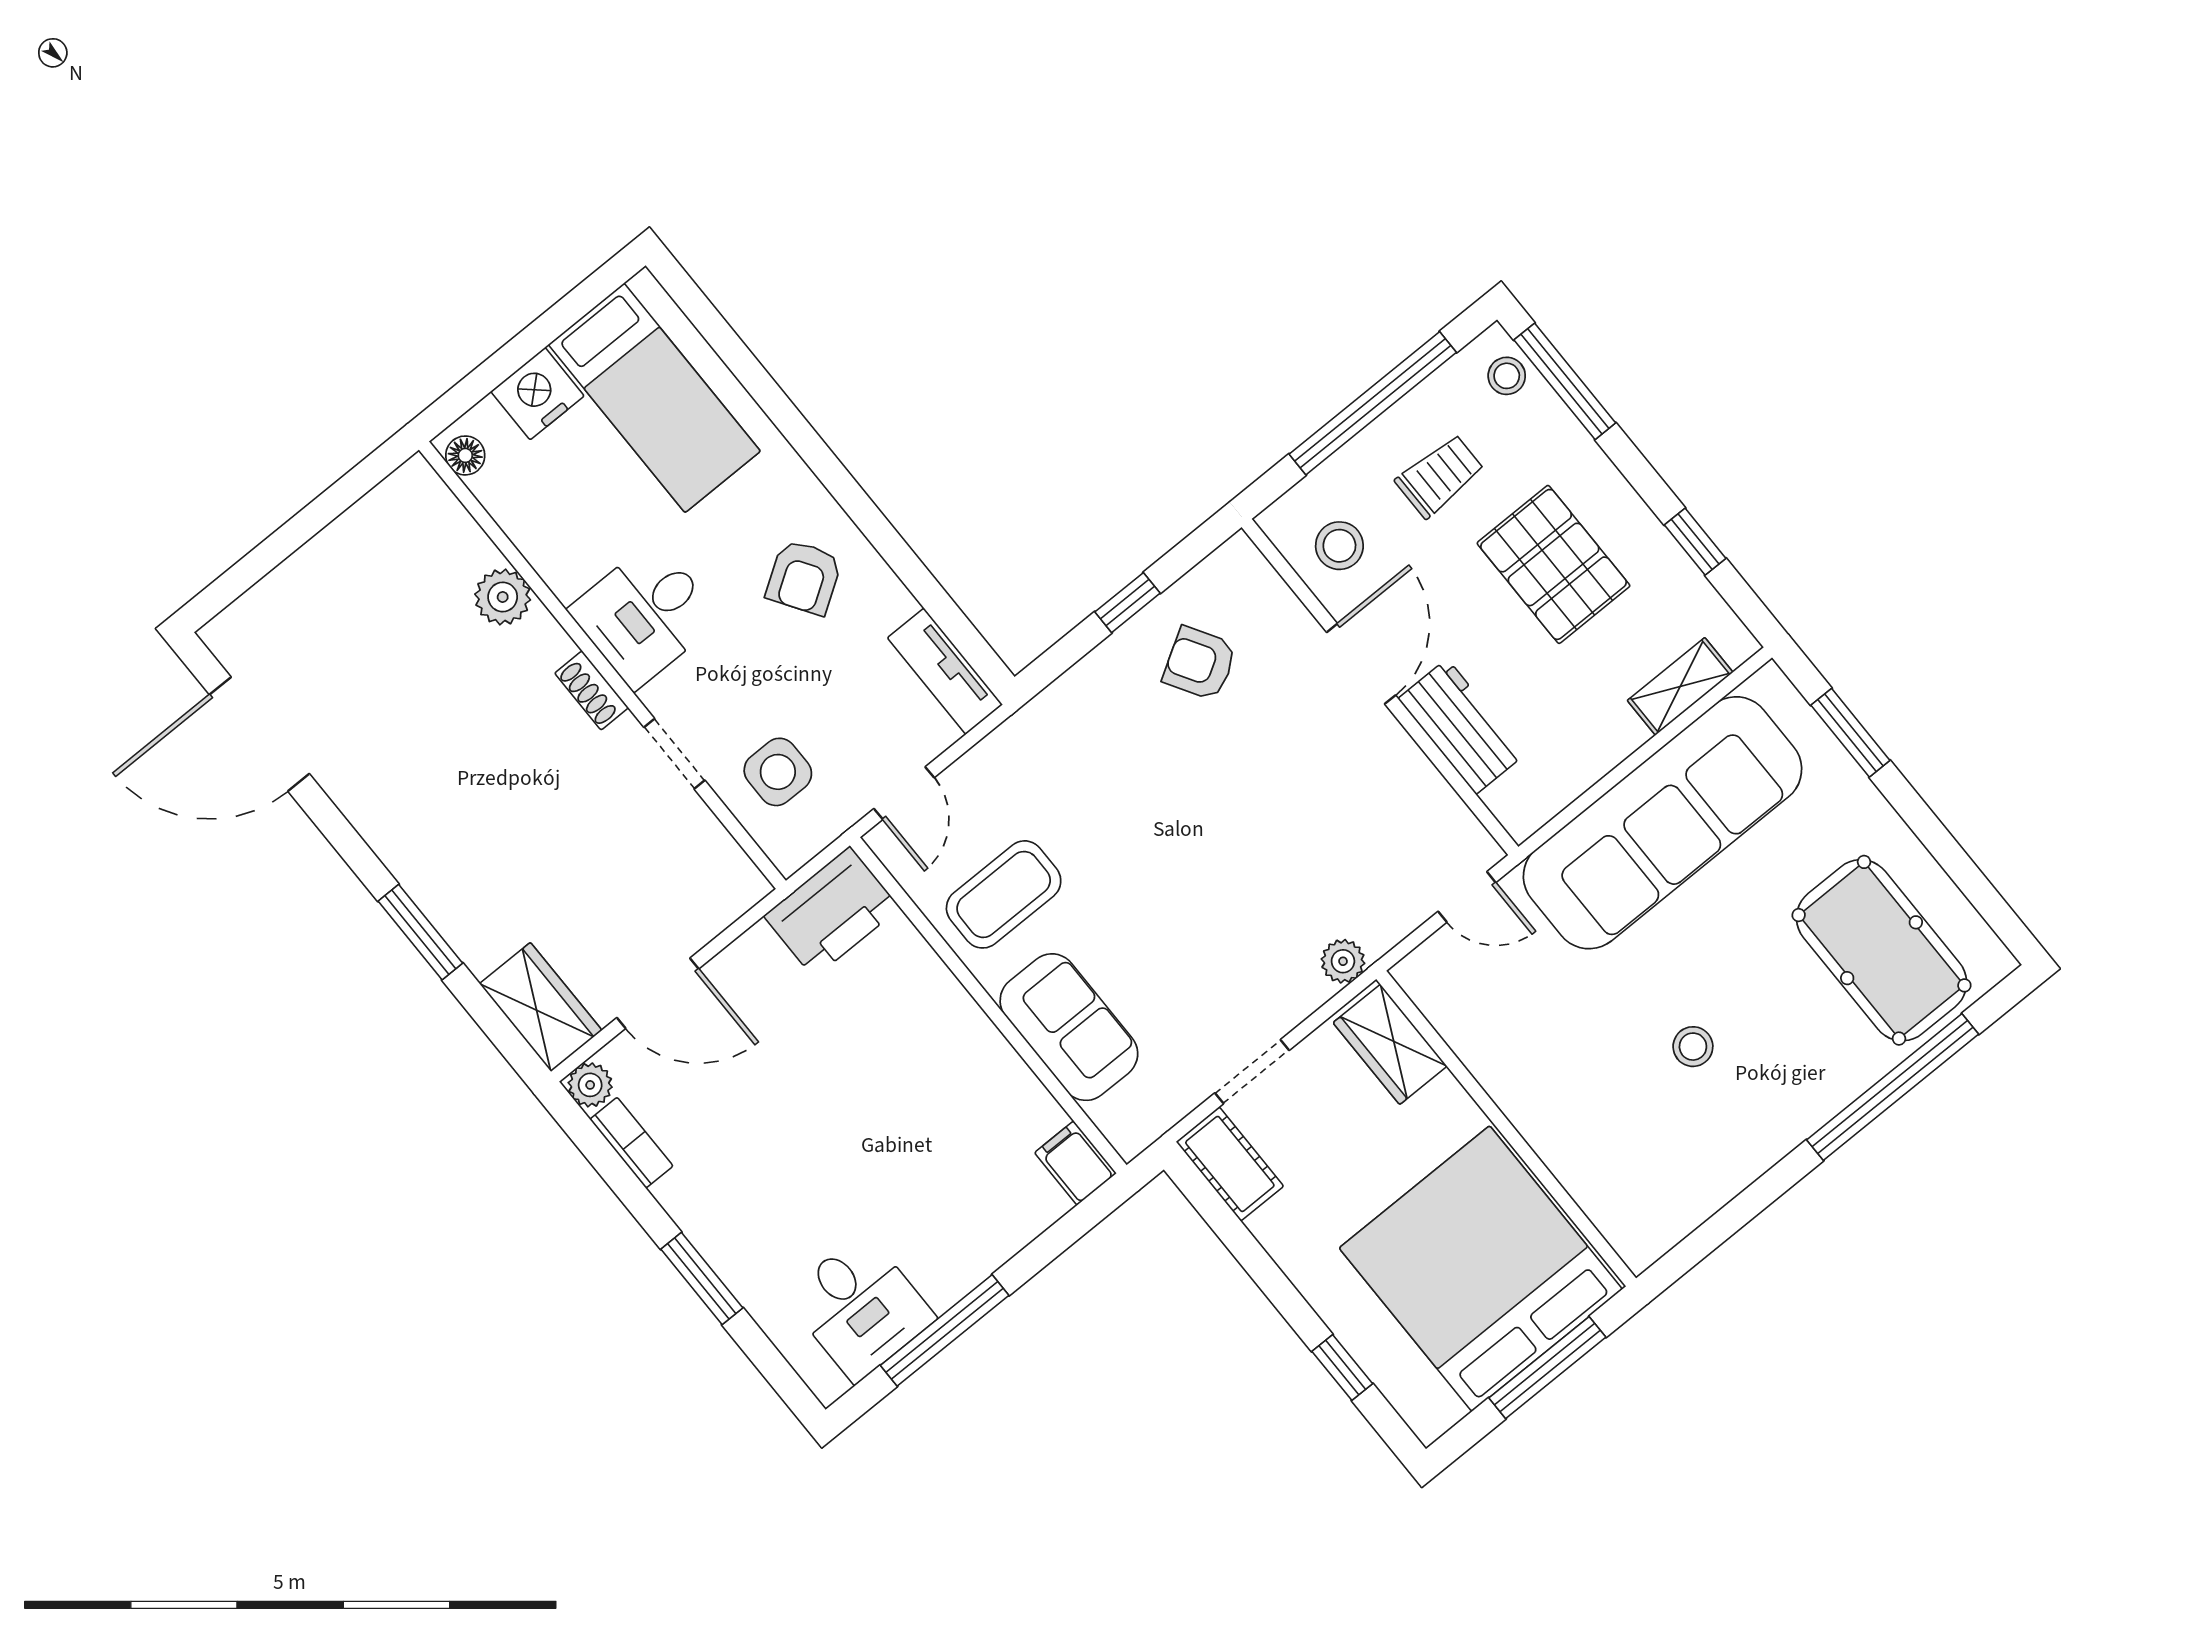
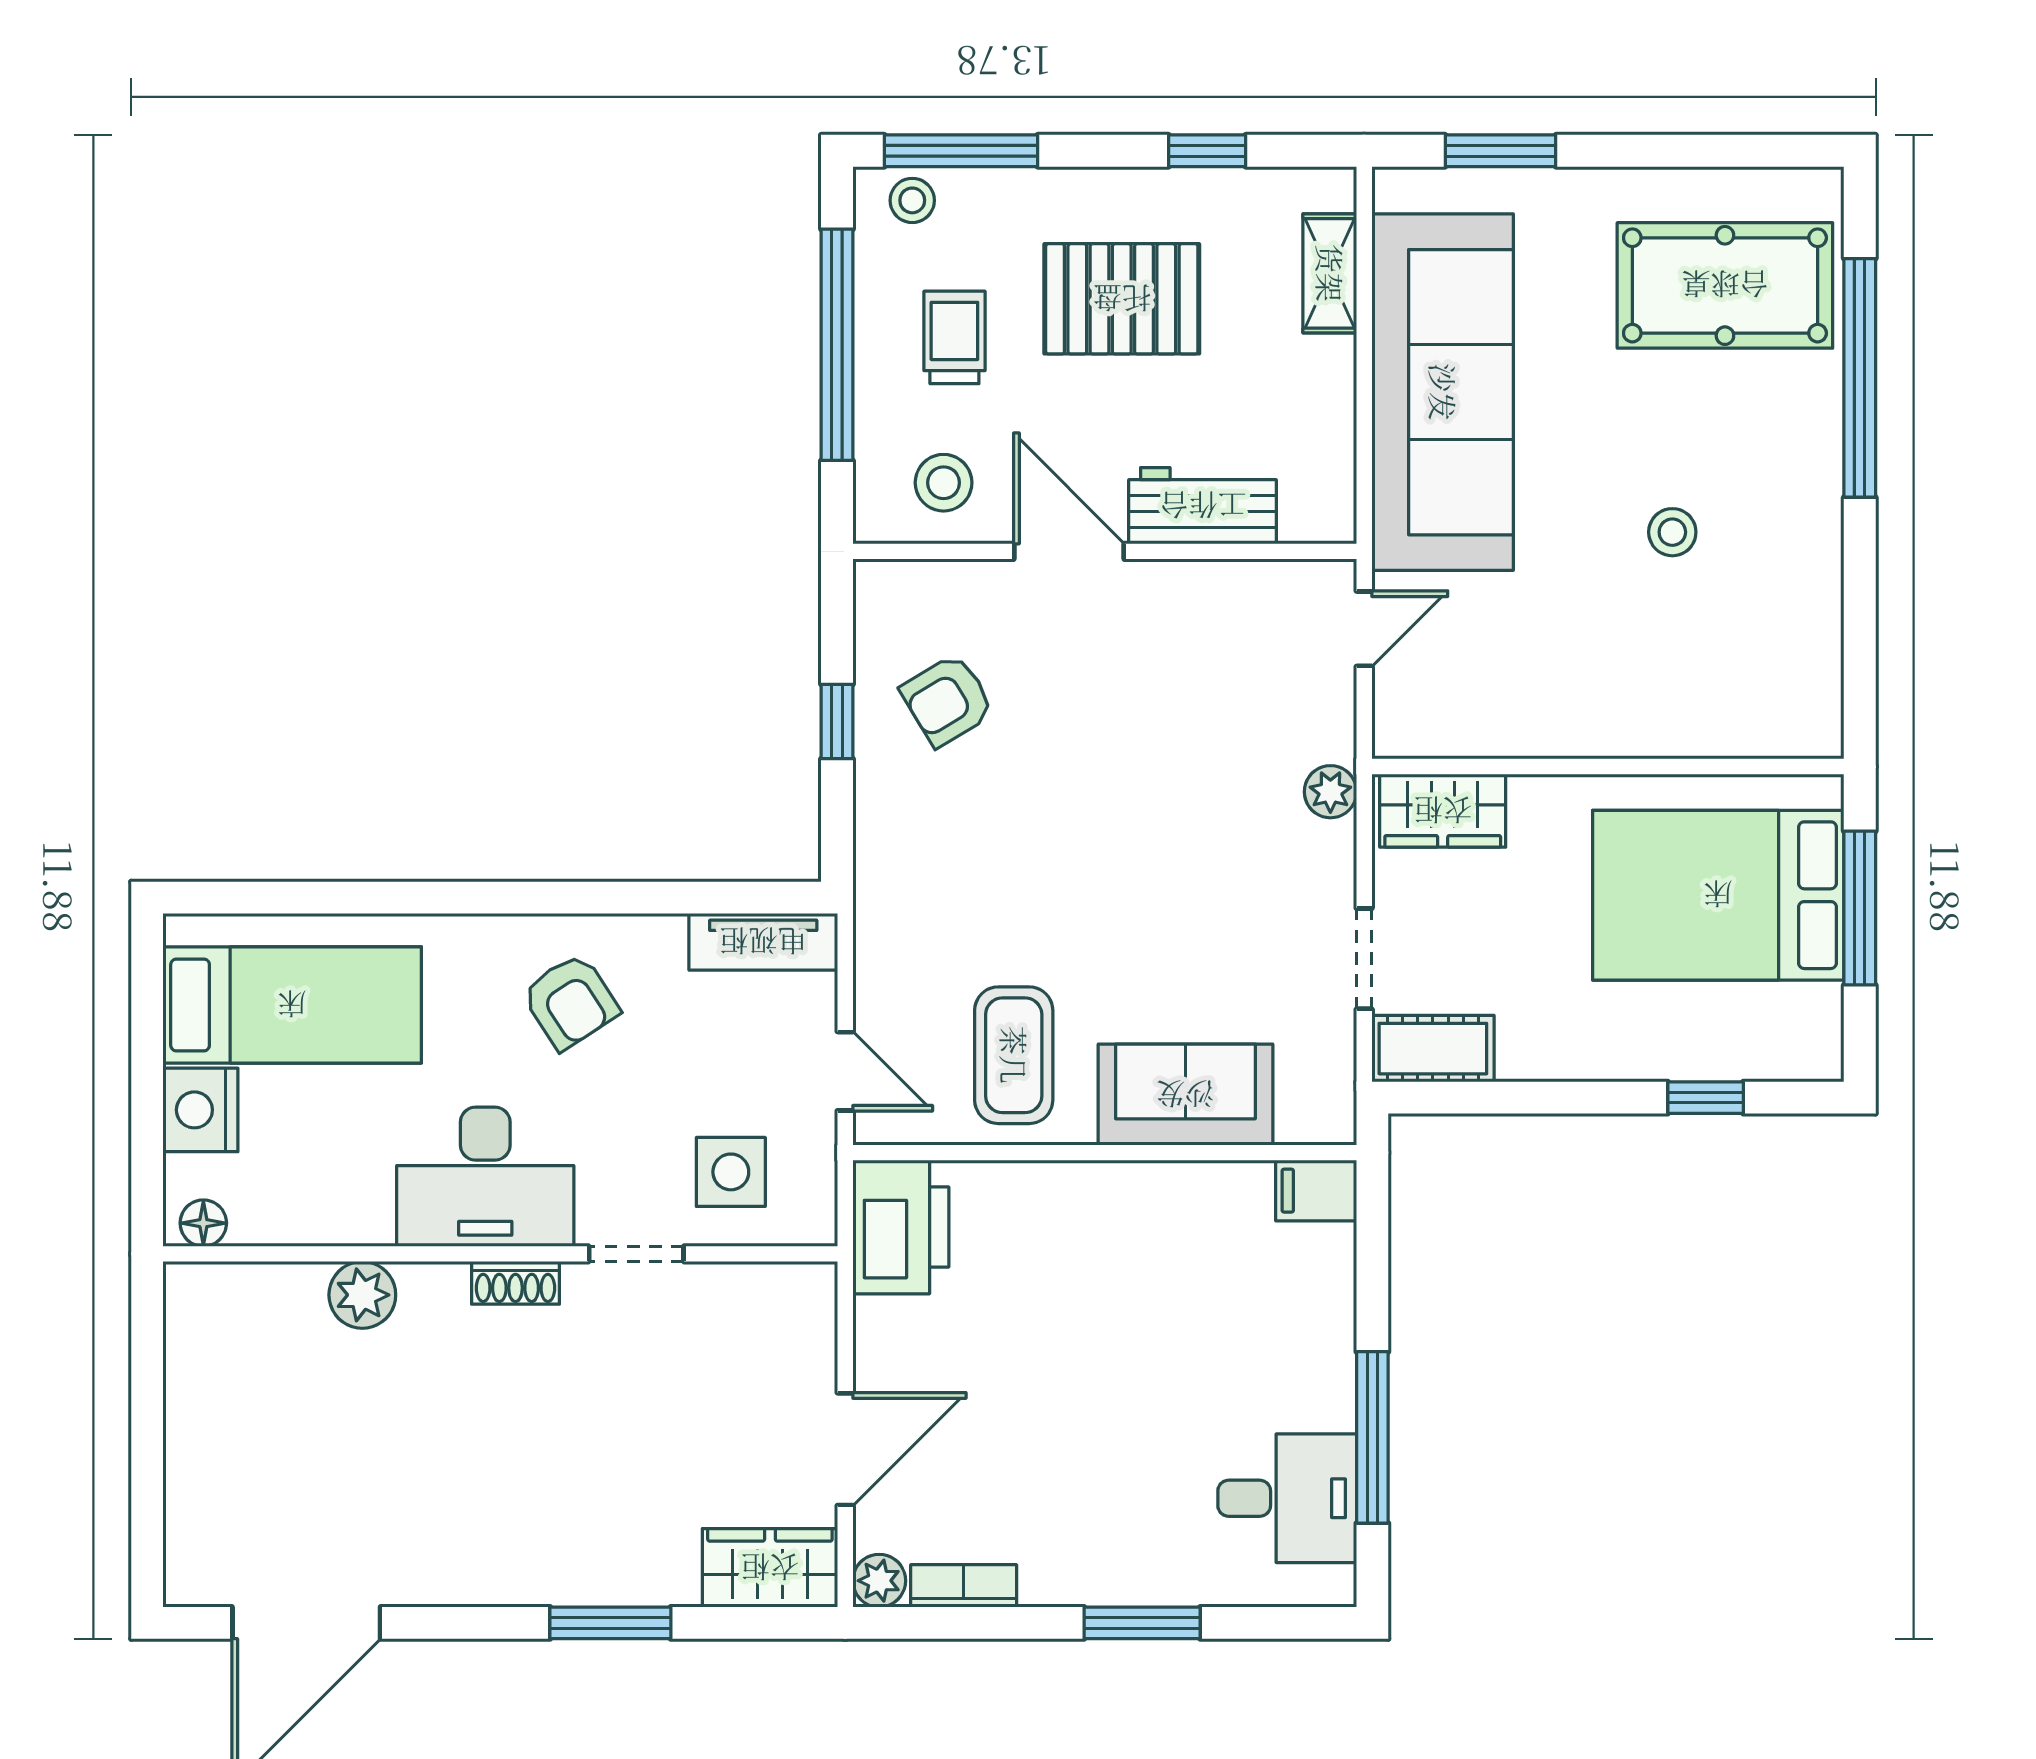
desk: (645, 615) -> (485, 1177), width x1.37
bed: (1481, 1269) -> (1718, 895), width x0.73

